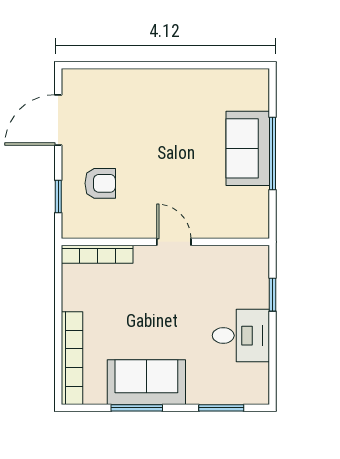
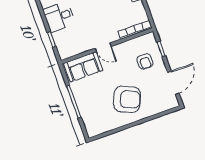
armchair: (164, 120) -> (127, 99), added
sofa: (248, 148) -> (83, 67), moved, turned 90
armchair: (100, 183) -> (145, 61), turned -90

